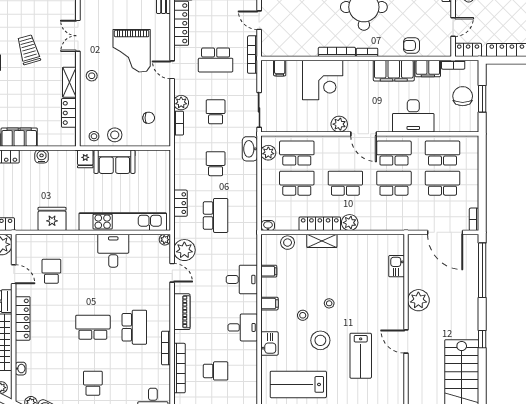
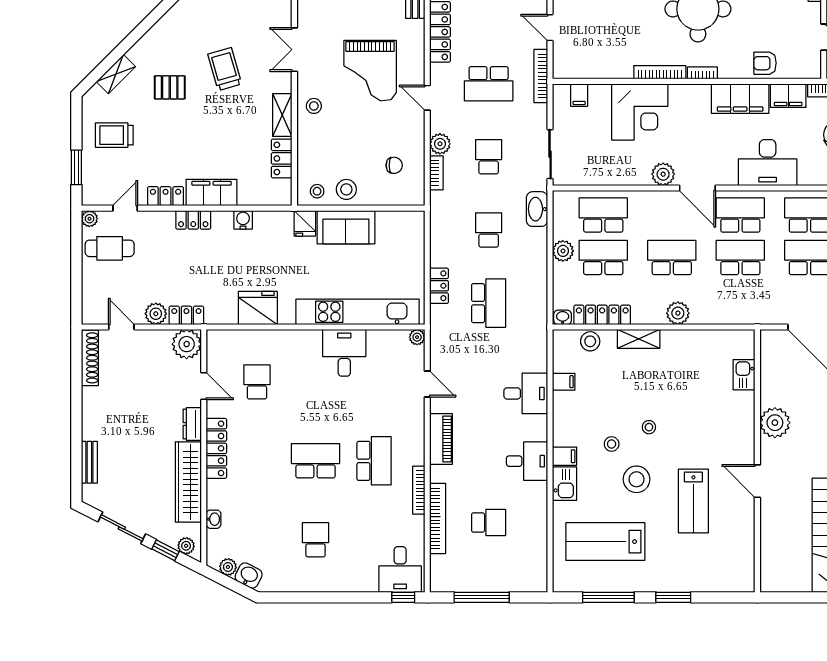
plant: (268, 153) -> (563, 251), moved
locker: (320, 224) -> (602, 315), moved
plant: (184, 250) -> (445, 352), removed
filing cabinet: (269, 304) -> (565, 456), moved

